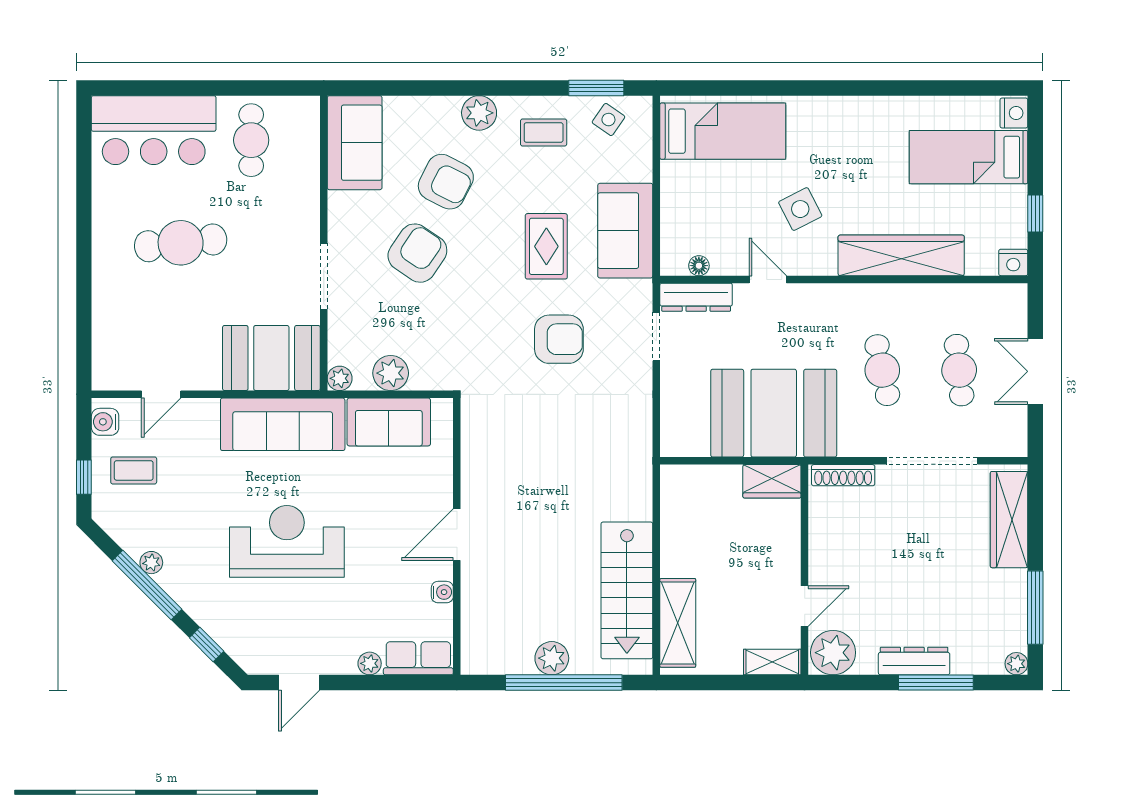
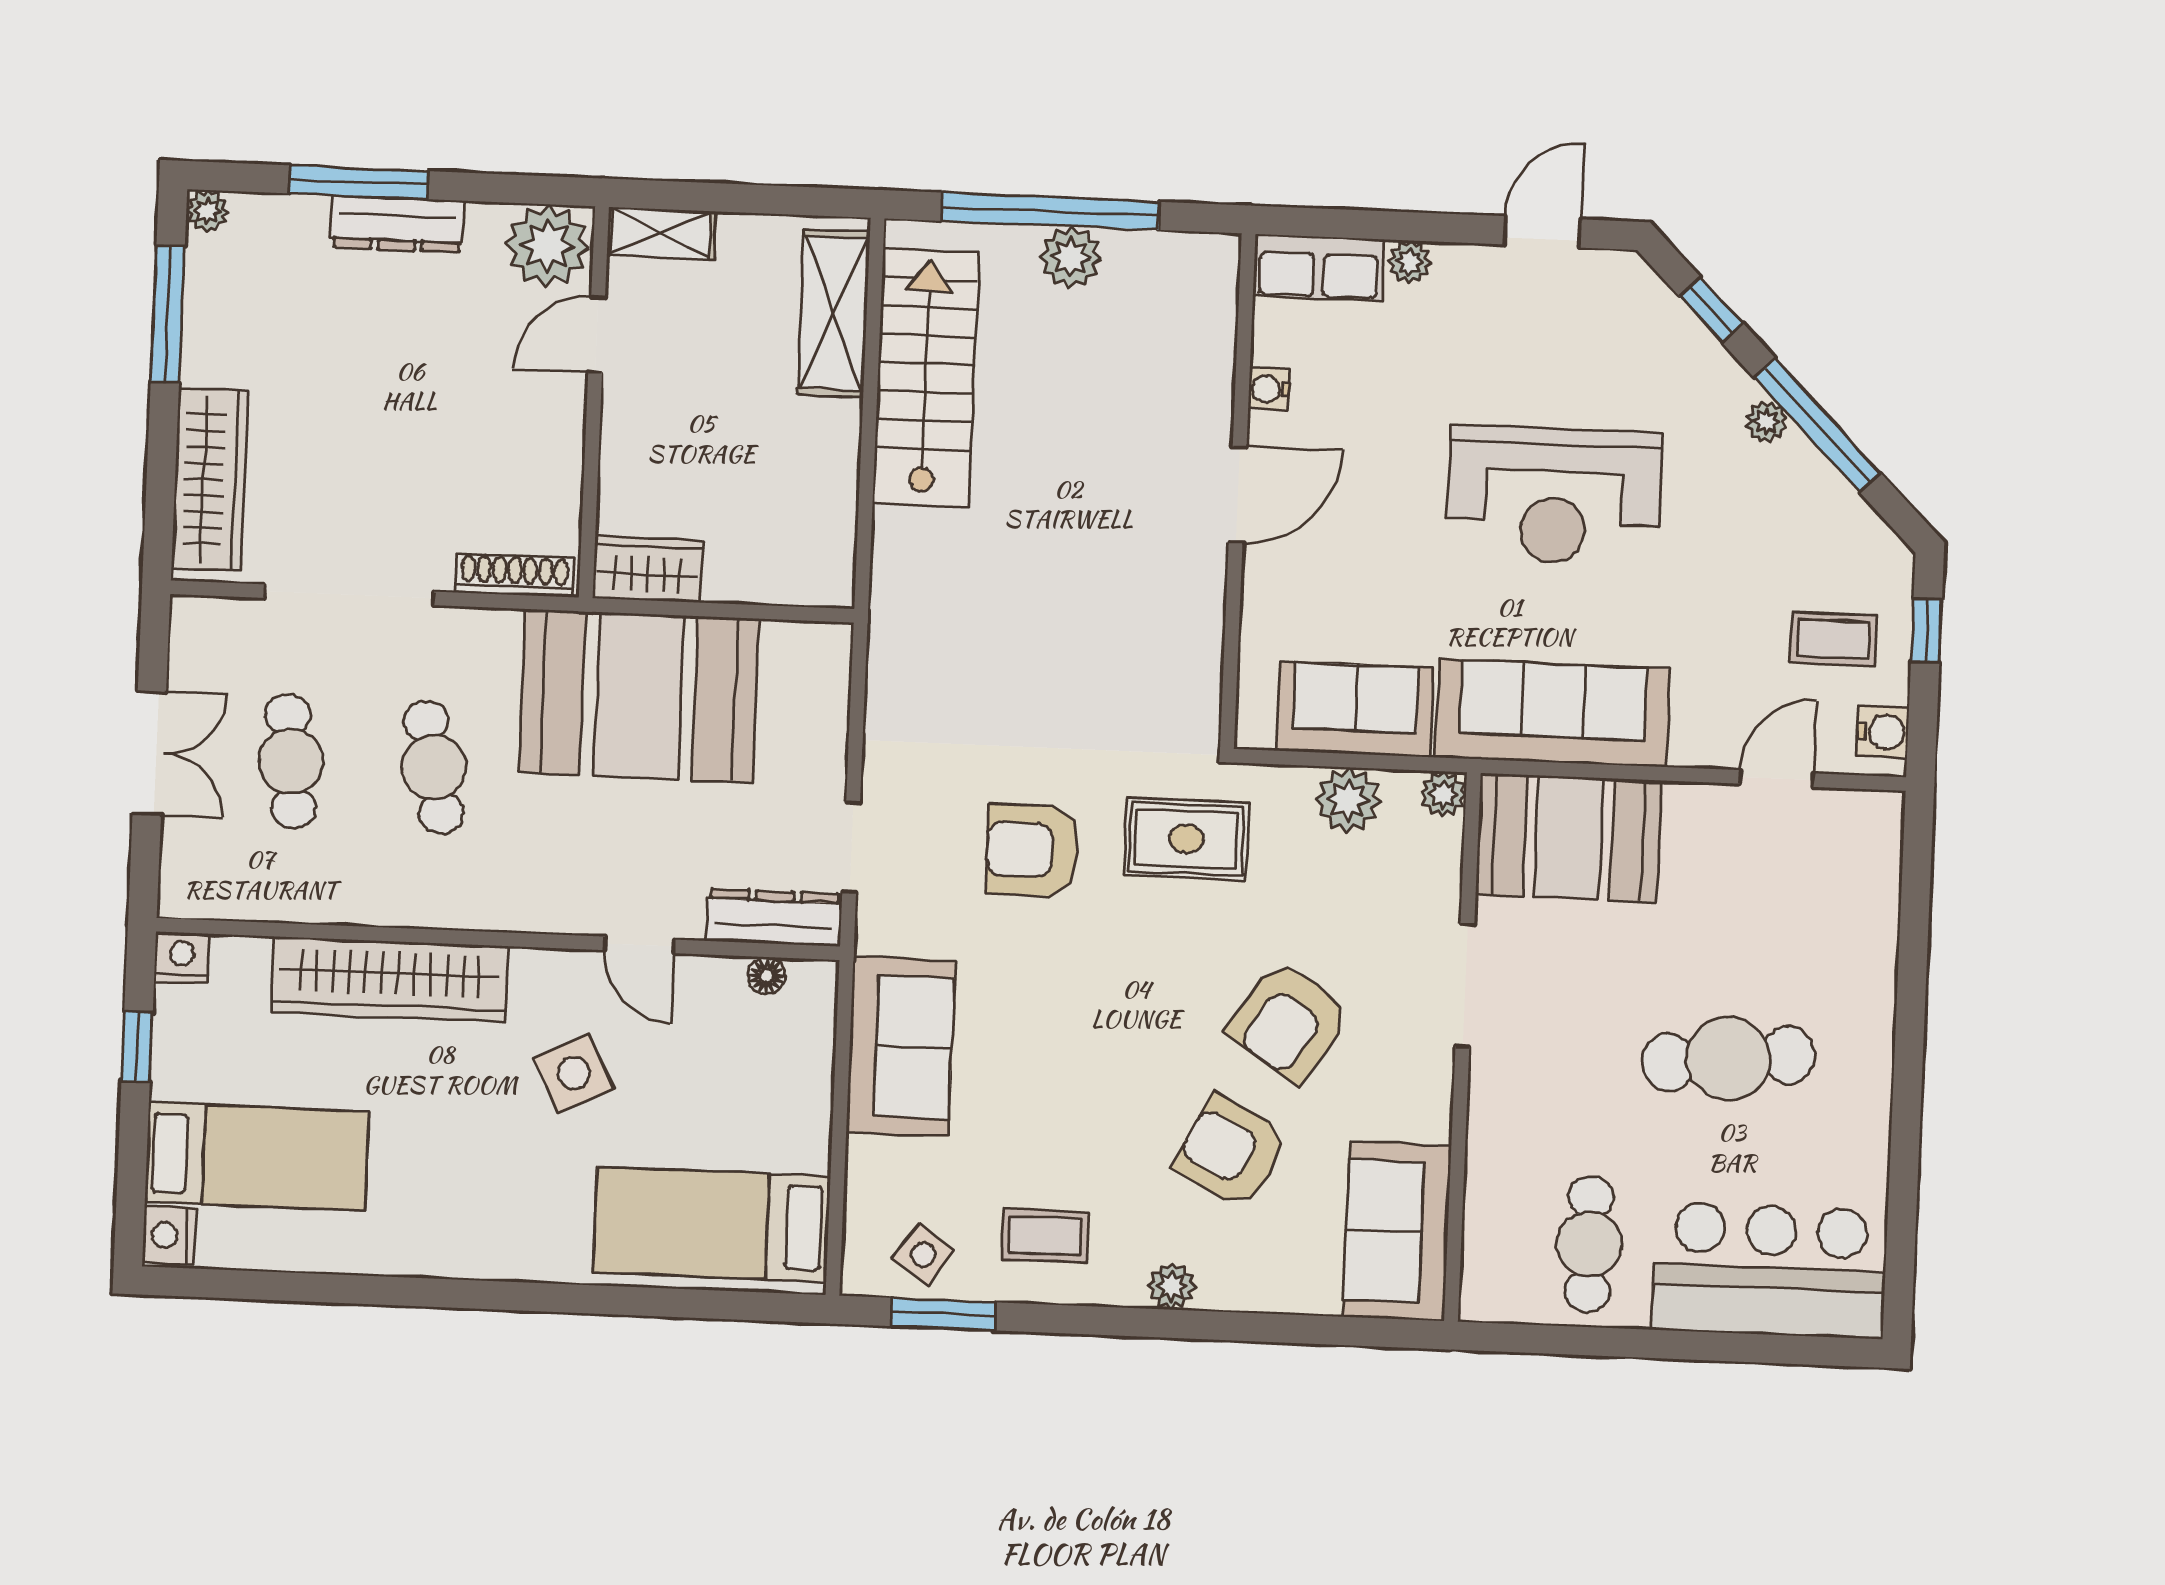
plant: (479, 113) -> (1172, 1286), width x0.73, depth x0.73
rug: (546, 246) -> (1186, 839), moved, turned 90
plant: (151, 563) -> (1767, 422), moved

